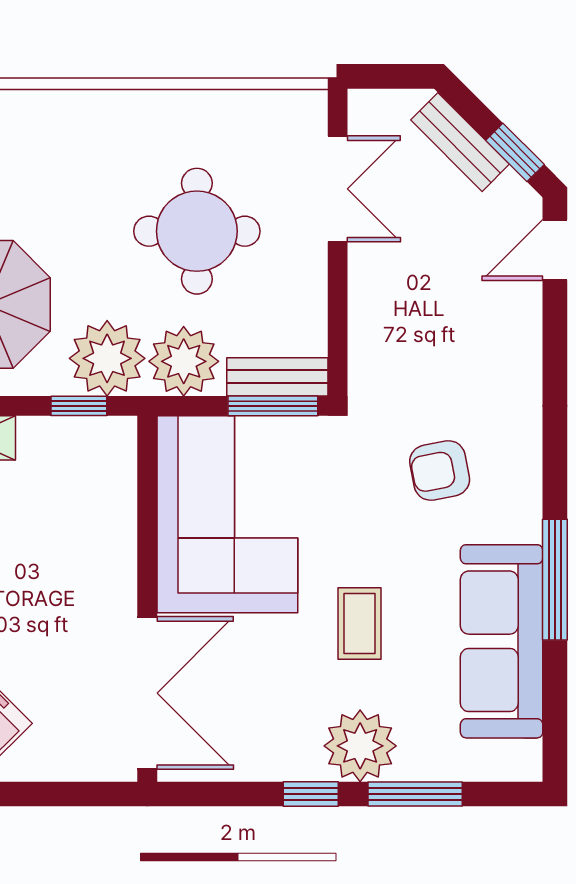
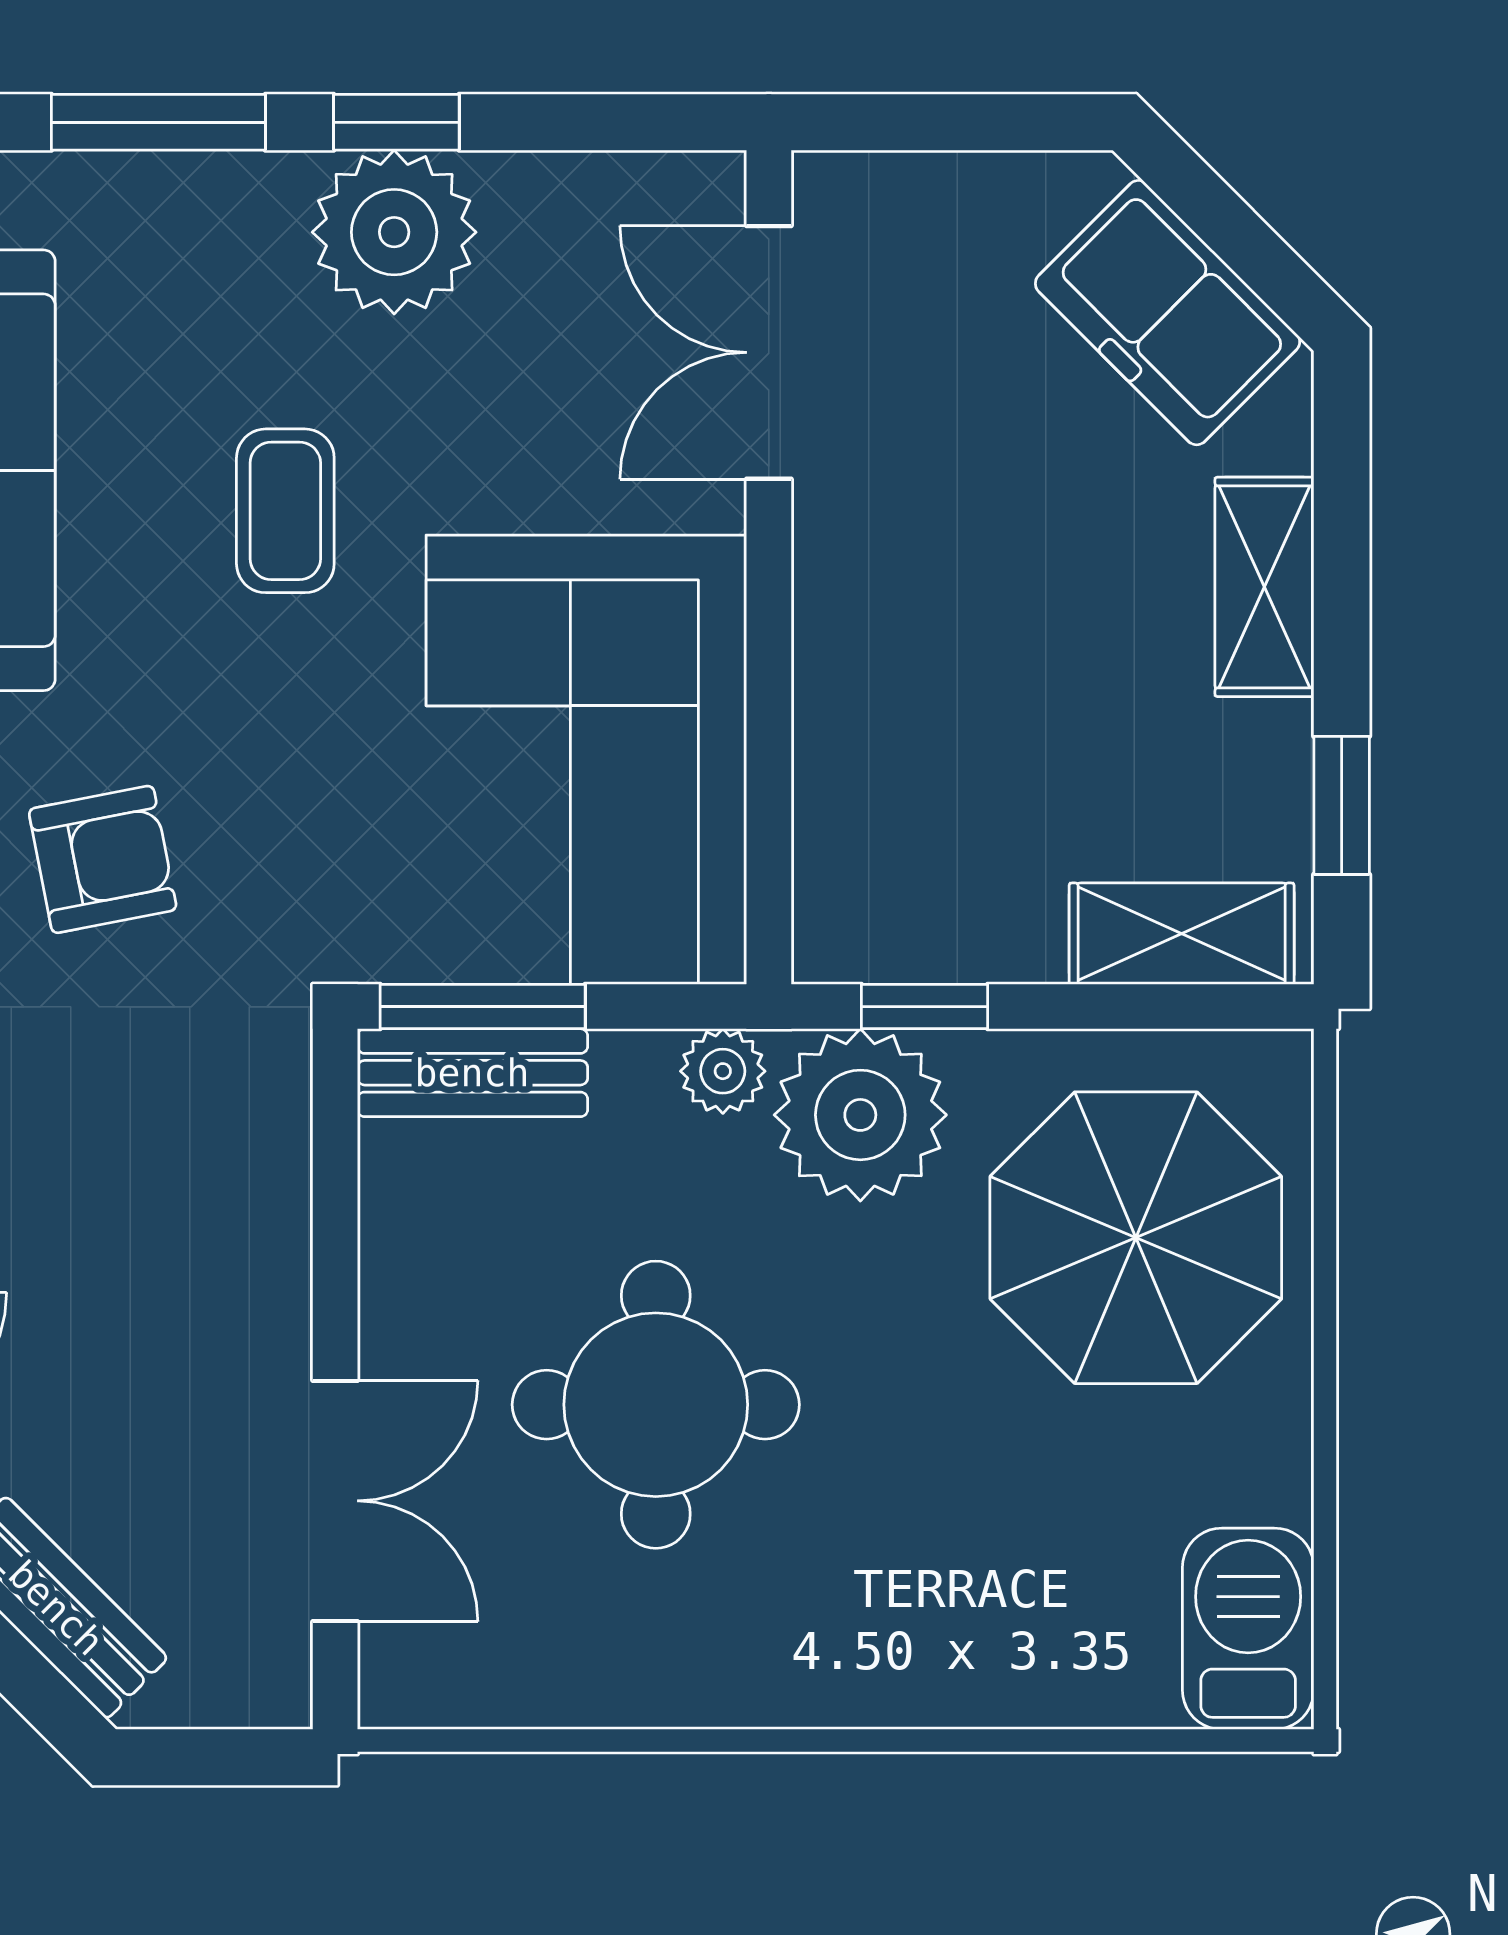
double door: (338, 189) -> (335, 1501), swing flipped
plant: (184, 361) -> (723, 1071), width x0.53, depth x0.53
double door: (147, 693) -> (769, 352), width x0.73
plant: (360, 746) -> (394, 232), moved

